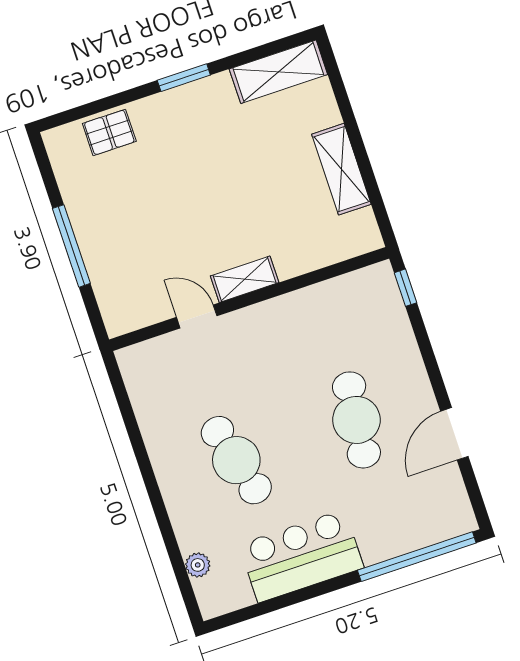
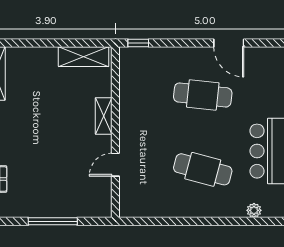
shelving: (341, 169) -> (84, 57), moved
shelving: (245, 279) -> (104, 116), moved
cafe table: (236, 460) -> (203, 169), turned 30

